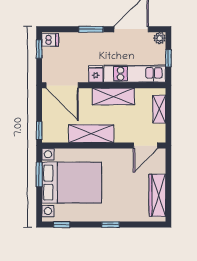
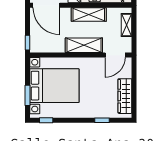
shelving: (91, 134) -> (84, 45), moved
window: (39, 174) -> (27, 95), moved
window: (110, 225) -> (102, 120), moved

